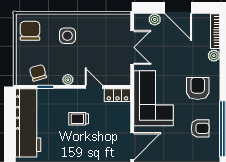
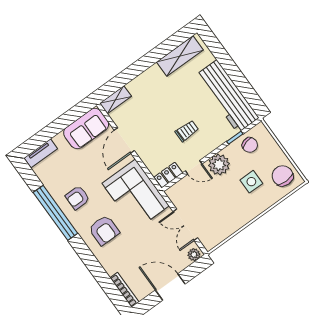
plant: (155, 20) -> (194, 255), moved
chair: (30, 31) -> (283, 176), turned 180
side table: (67, 36) -> (251, 182), moved
plant: (214, 56) -> (110, 268), removed
plant: (68, 80) -> (219, 165), width x1.87, depth x1.87

